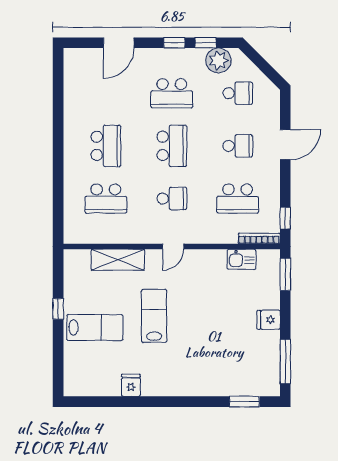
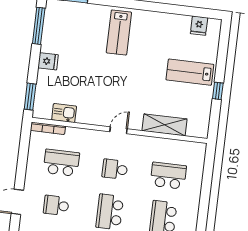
window: (285, 218) -> (25, 142), removed
lab bench: (154, 316) -> (119, 32), moved
fridge: (131, 385) -> (199, 26), moved

